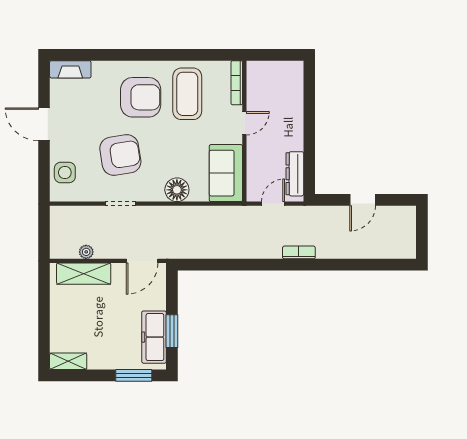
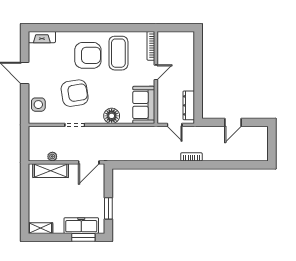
door: (273, 204) -> (175, 125), swing flipped
freezer: (154, 337) -> (81, 226), moved, turned 90

